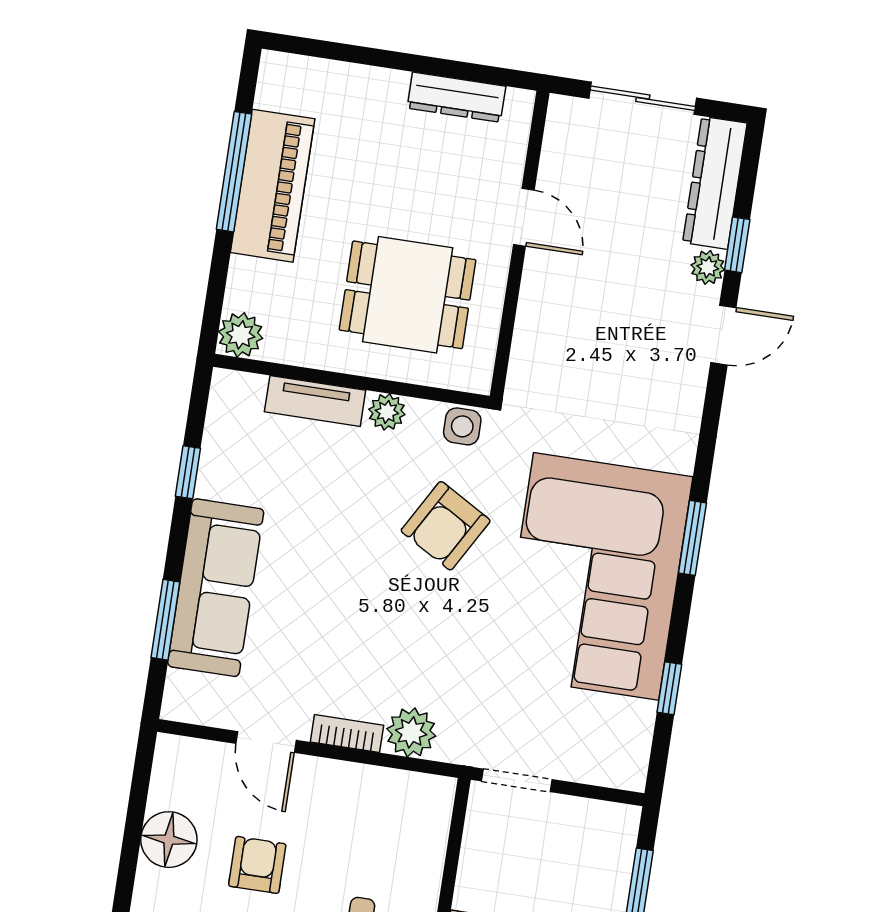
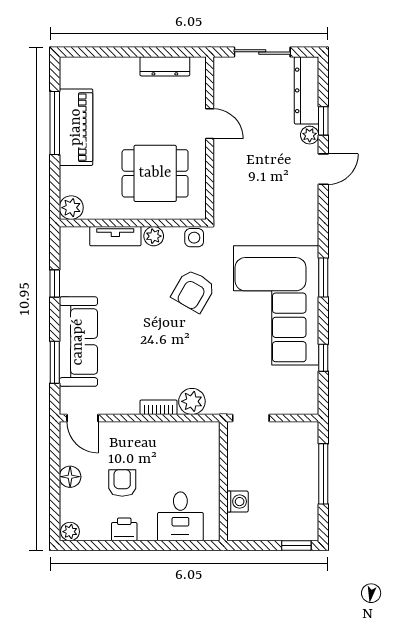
door: (266, 742) -> (82, 418), moved
floor lamp: (169, 840) -> (70, 477), width x0.73, depth x0.73

